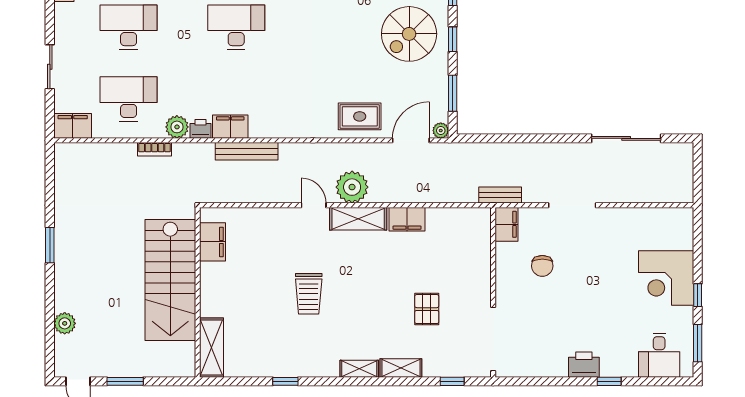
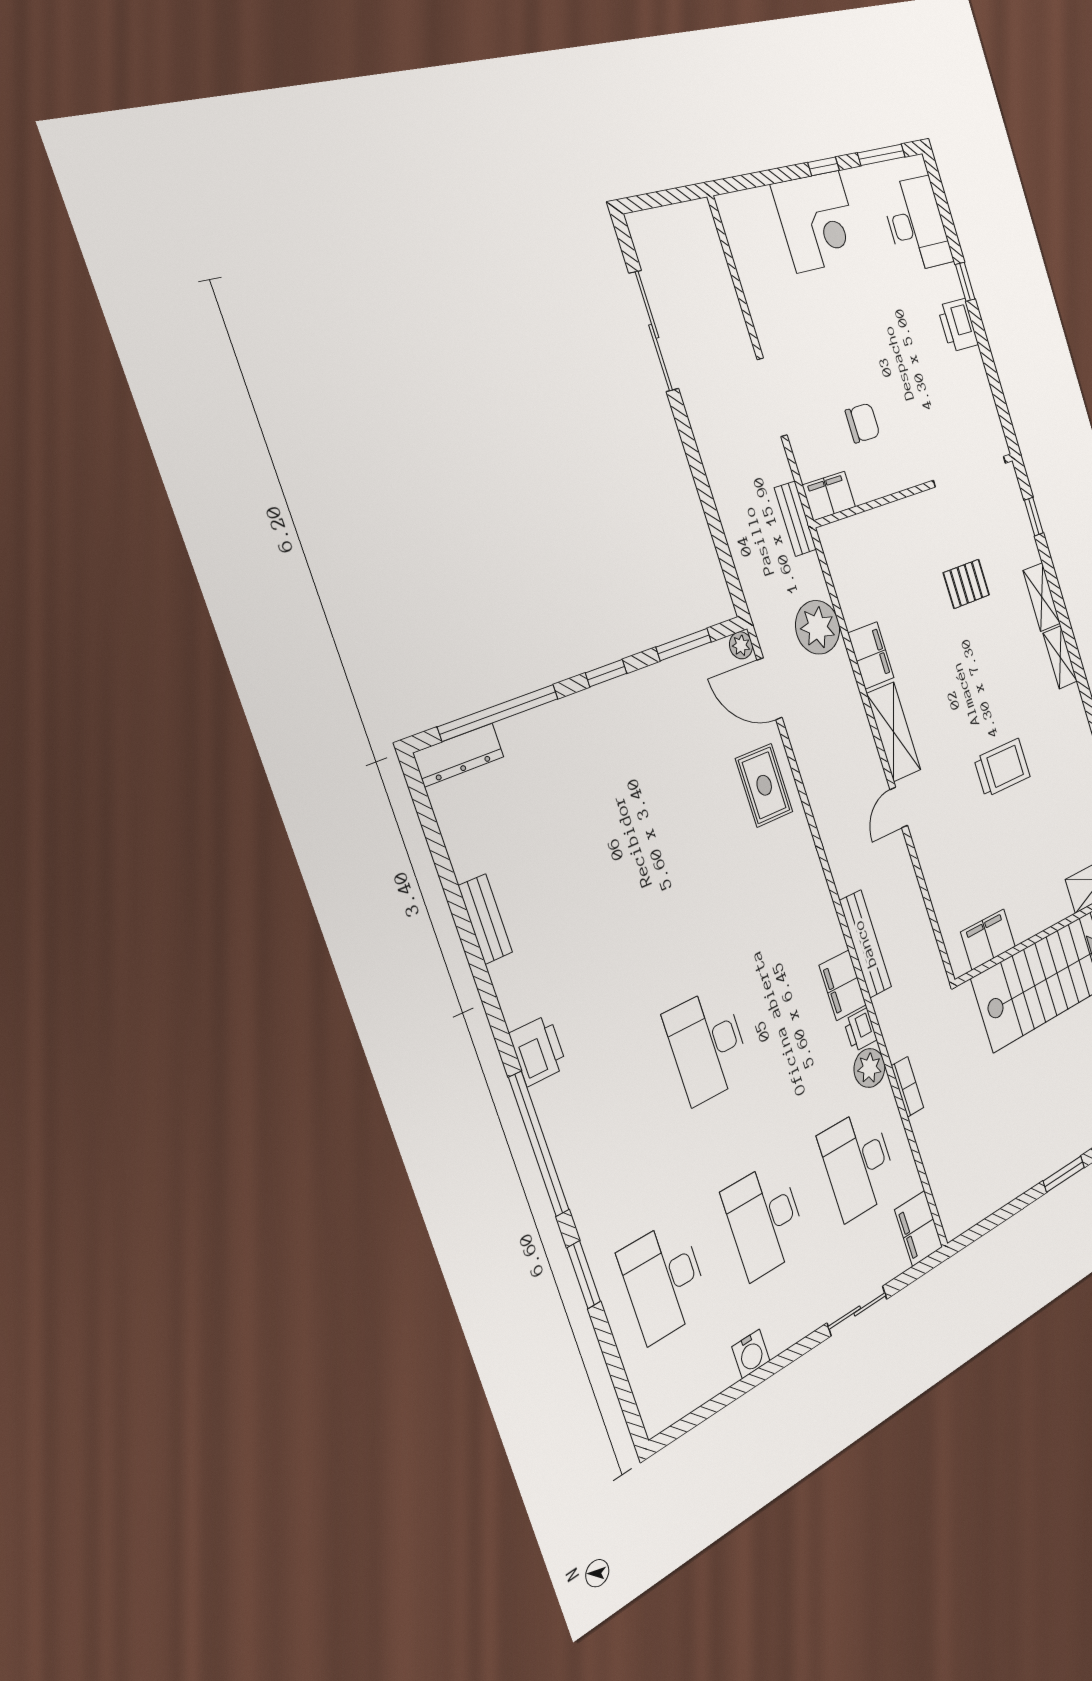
spiral stairs: (409, 34) -> (623, 751), removed
plant: (352, 187) -> (818, 627), moved
desk: (659, 355) -> (917, 224), width x1.37

